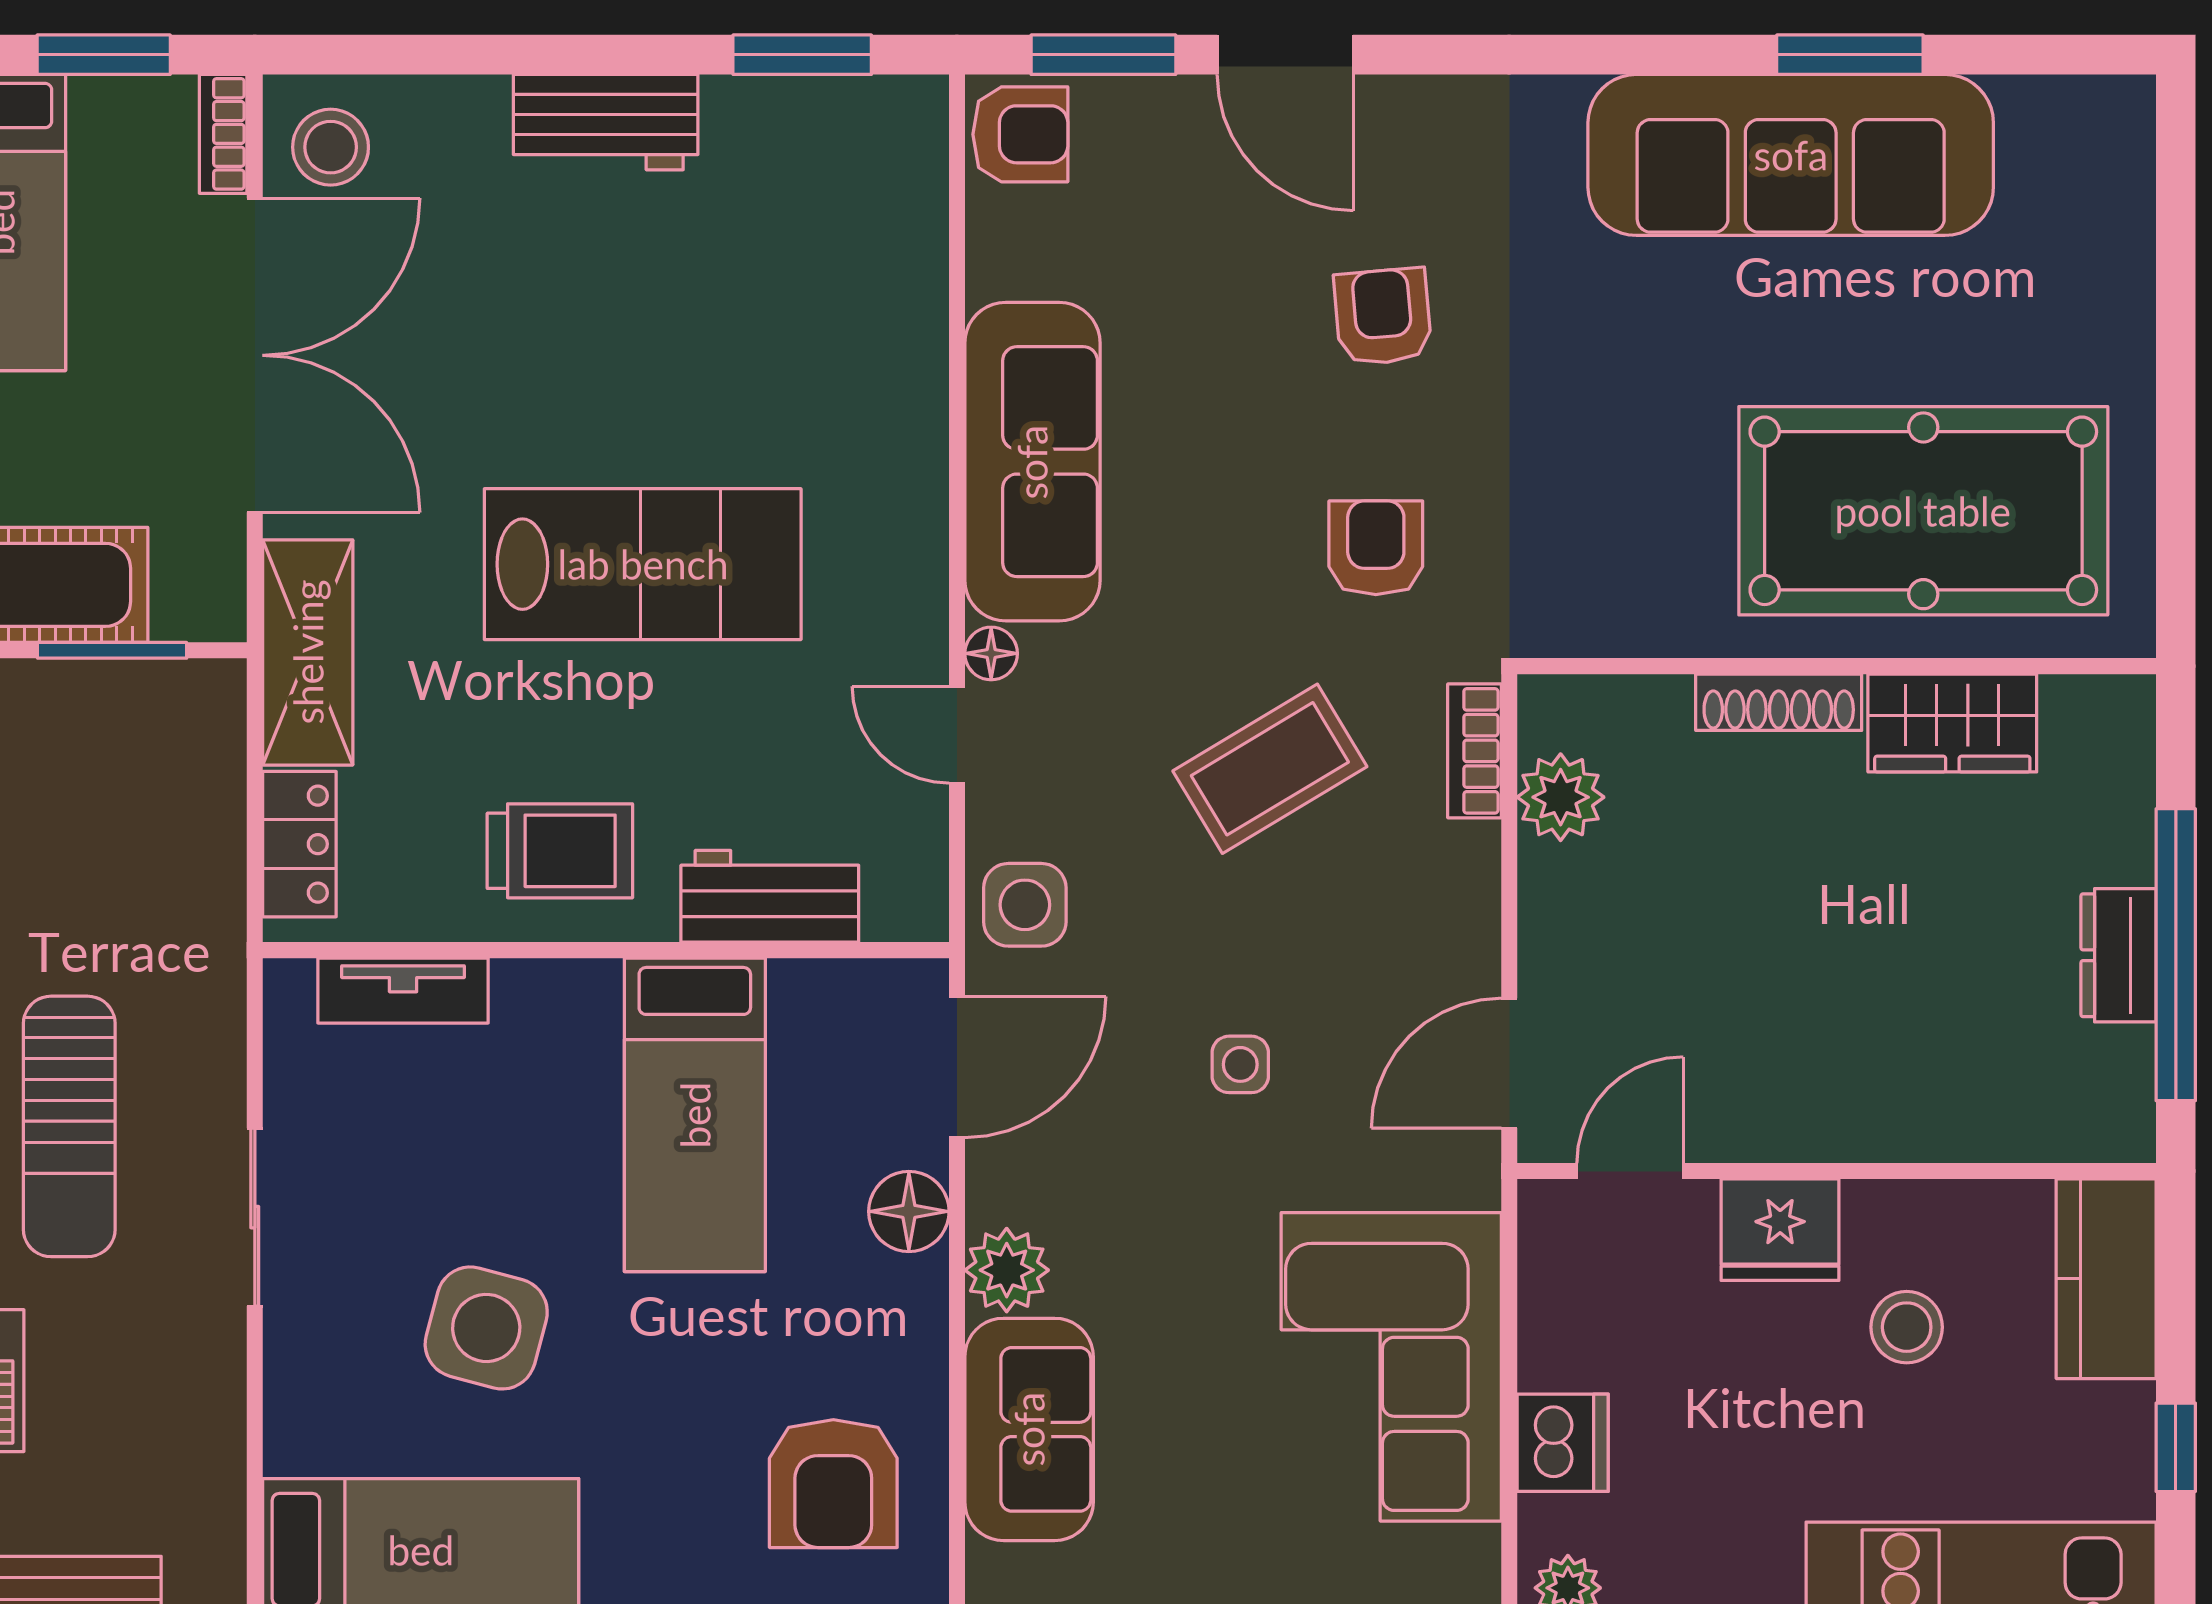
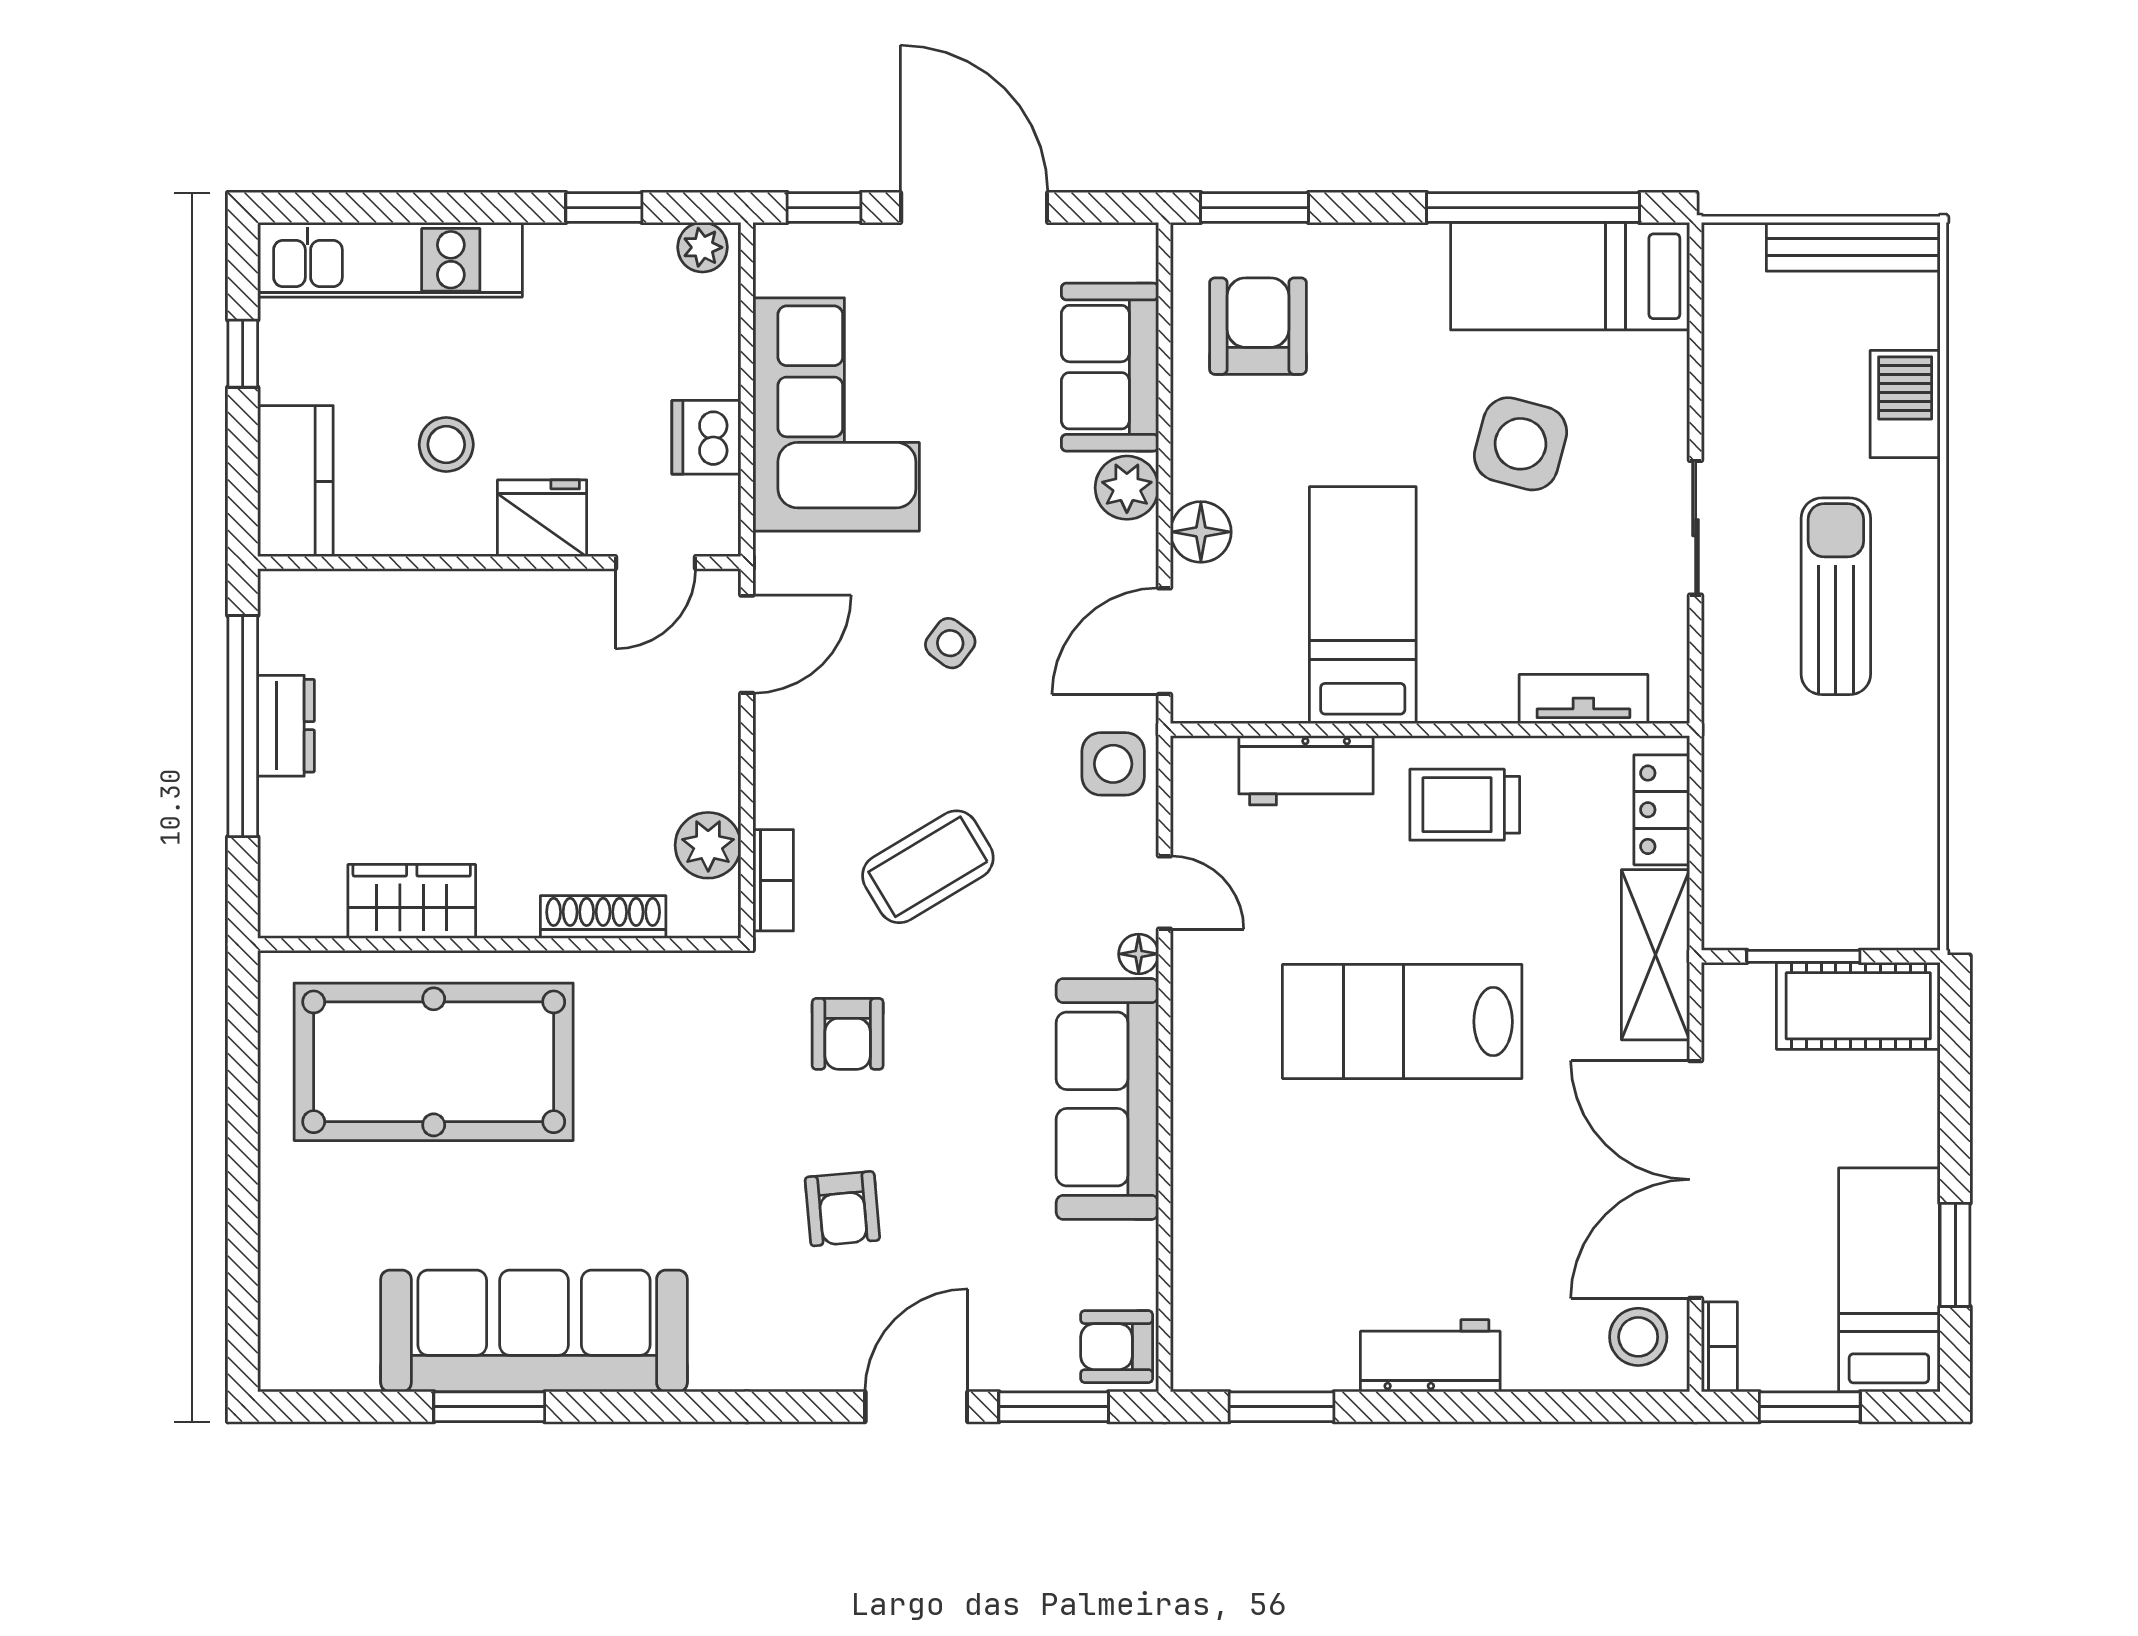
door: (1285, 55) -> (916, 1407), hinge flipped
shoe rack: (1779, 702) -> (603, 917), moved
side table: (1240, 1064) -> (950, 643), turned 37
dishwasher: (1563, 1443) -> (706, 437), moved

